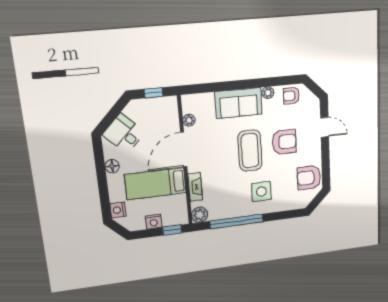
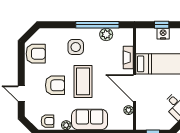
armchair: (284, 142) -> (55, 85), turned 180
door: (184, 150) -> (134, 88), swing flipped
plant: (200, 215) -> (106, 34), moved
window: (172, 230) -> (162, 25), moved

